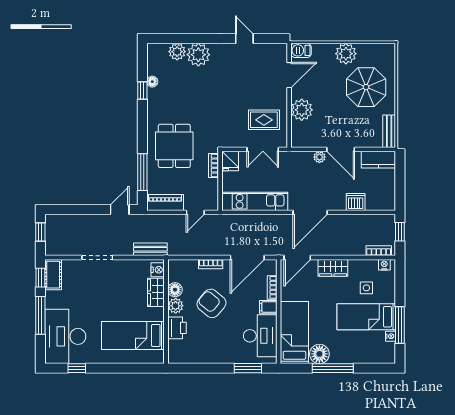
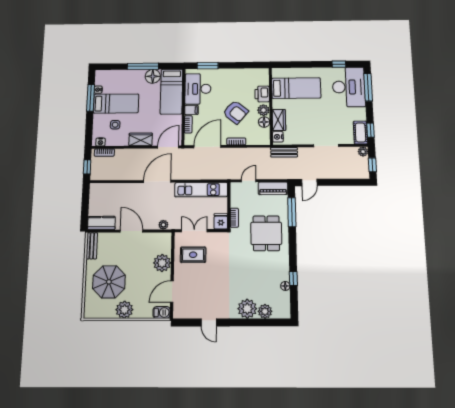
plant: (319, 157) -> (163, 225), moved
dishwasher: (356, 202) -> (121, 190), removed
plant: (51, 249) -> (363, 152), added
window: (40, 315) -> (368, 87), moved

